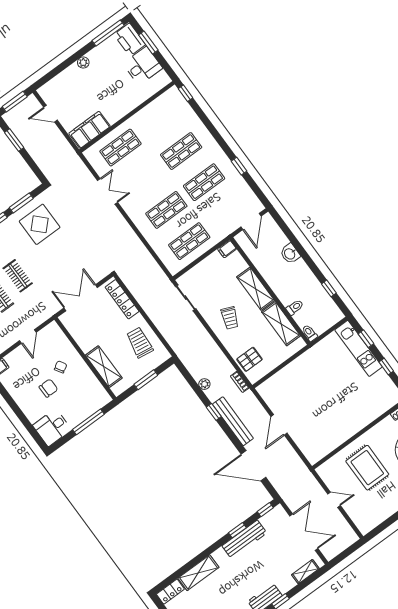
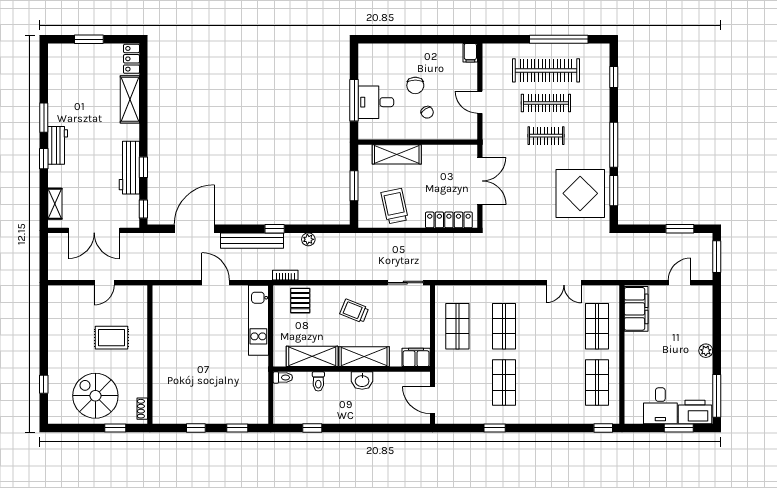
shop shelf: (181, 151) -> (597, 383), moved
display table: (40, 224) -> (580, 193), width x1.36, depth x1.36
filing cabinet: (227, 249) -> (416, 357), width x2.00
washbasin: (290, 254) -> (362, 381), moved, turned 180
trolley: (140, 343) -> (395, 206), turned -110
kitchen unit: (359, 348) -> (258, 320), moved, turned -90
desk: (52, 427) -> (376, 102), moved, turned -90
rug: (367, 468) -> (111, 338), width x0.73, depth x0.70

